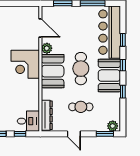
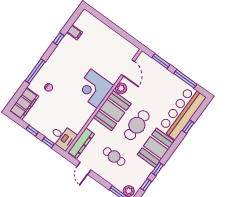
window: (123, 65) -> (146, 185), moved
door: (74, 134) -> (84, 168), moved

